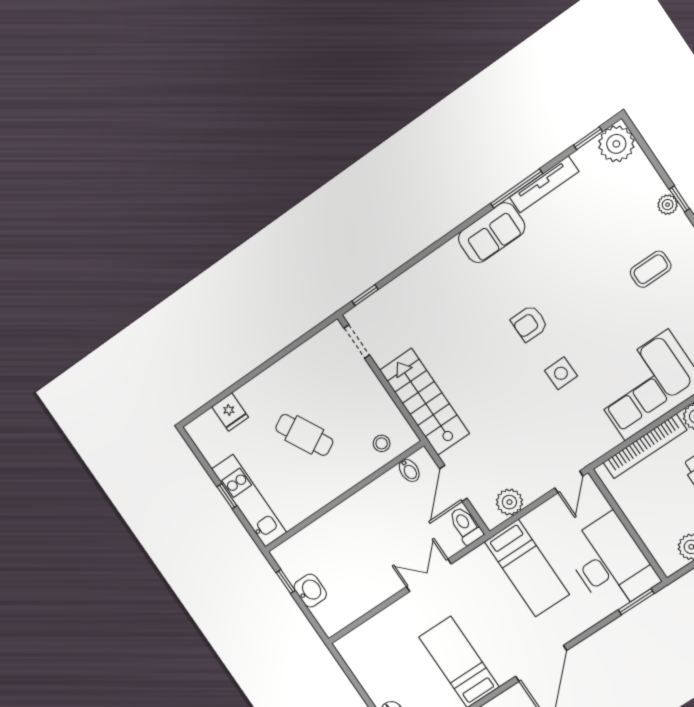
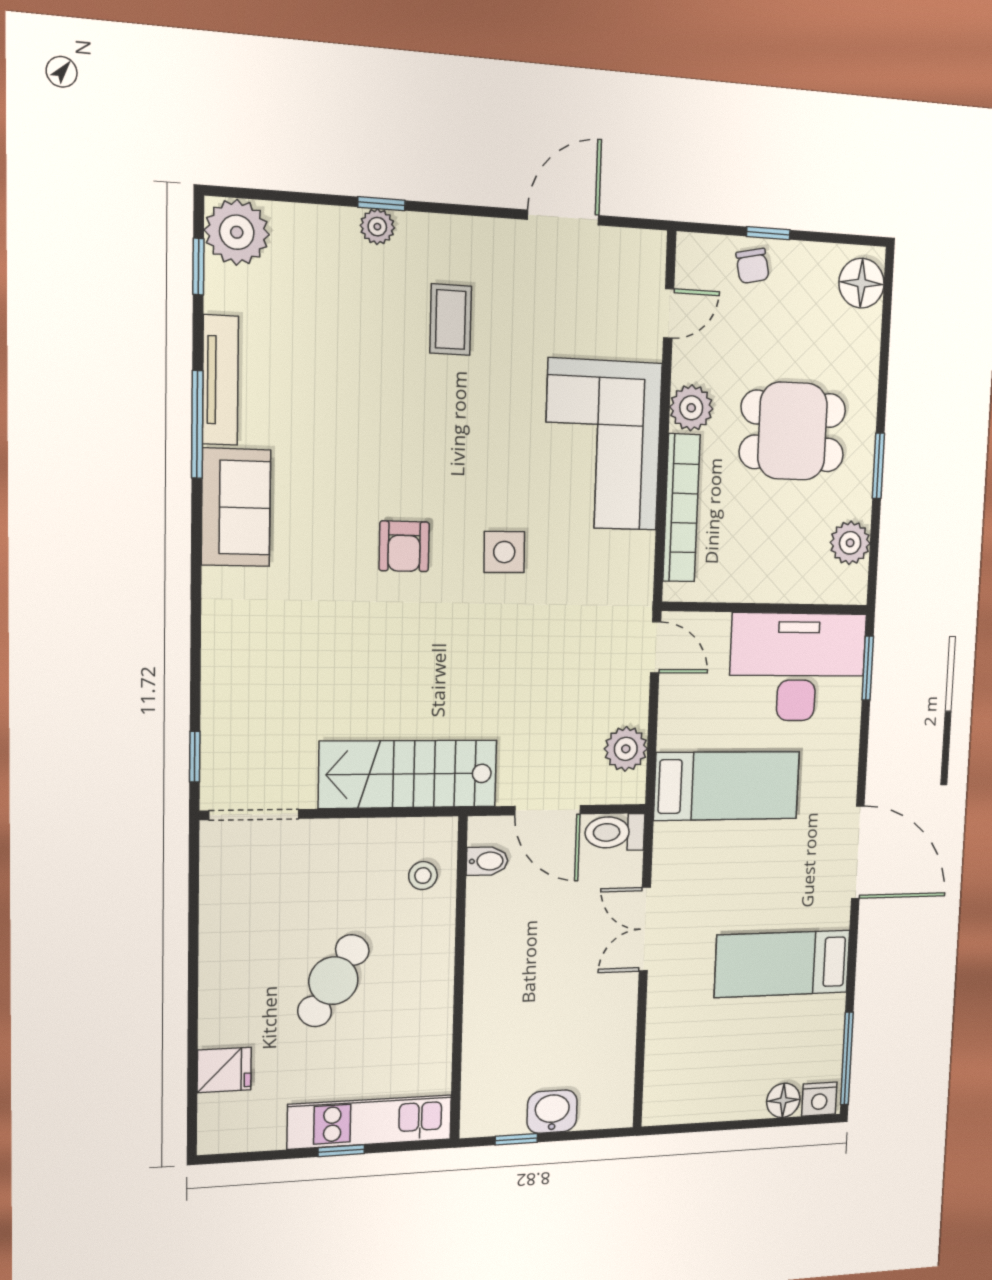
doorway: (357, 342) -> (254, 815), width x1.38
cafe table: (304, 435) -> (333, 981), turned -31

